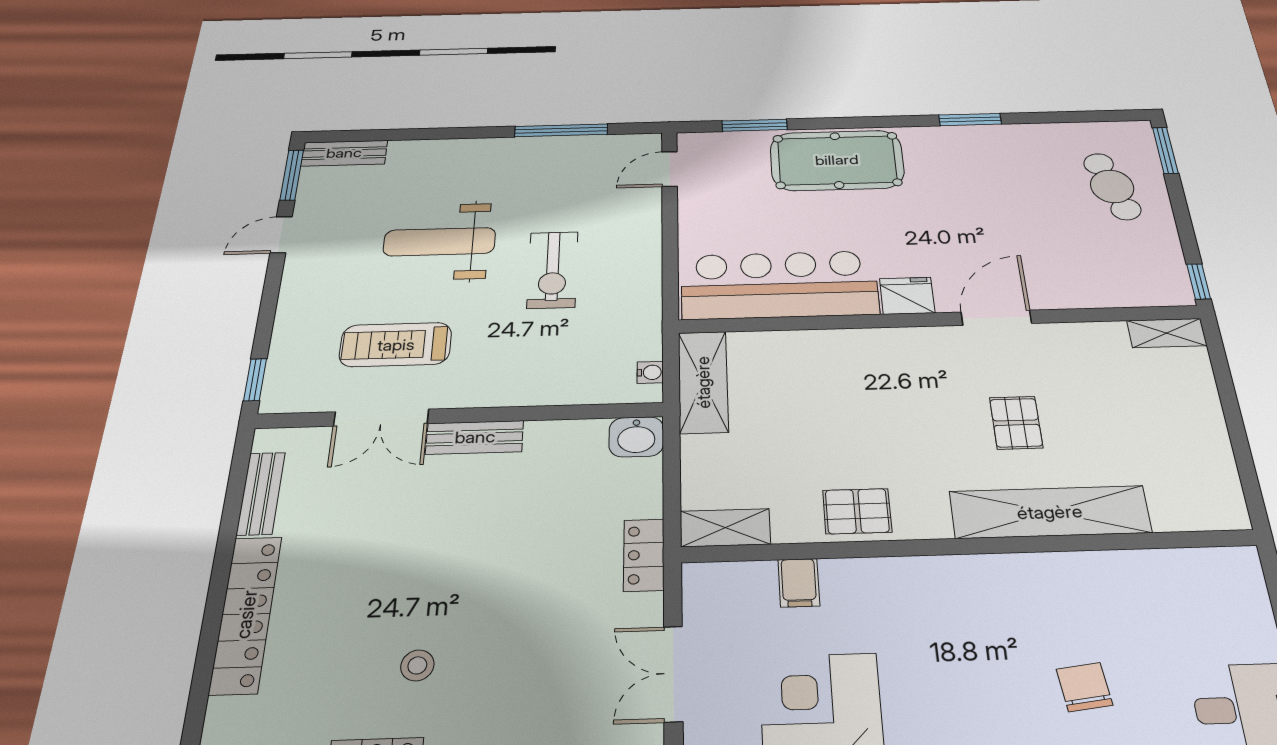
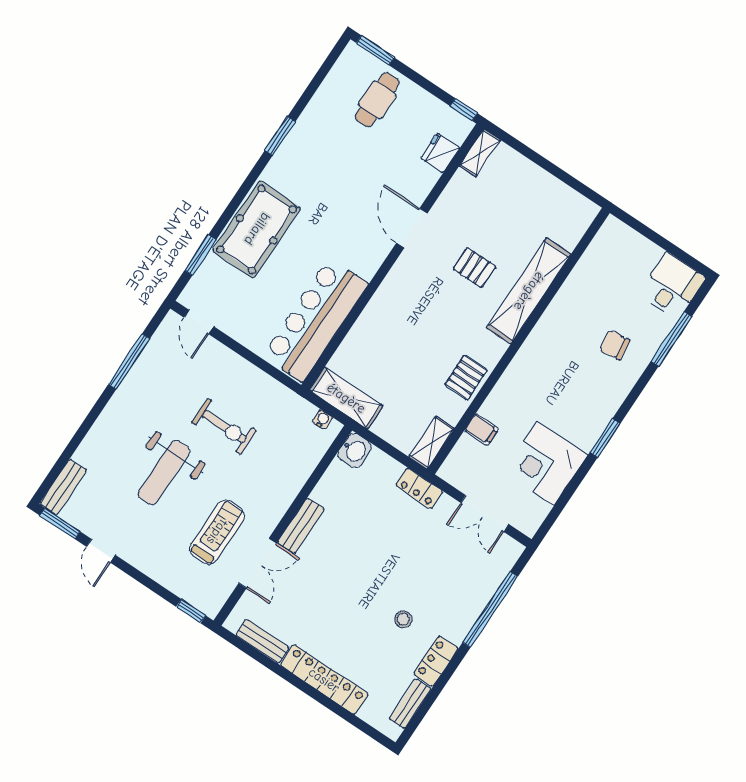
cafe table: (1112, 186) -> (377, 100), turned -74
fridge: (907, 296) -> (440, 153), moved
treadmill: (396, 345) -> (217, 532), turned 180

